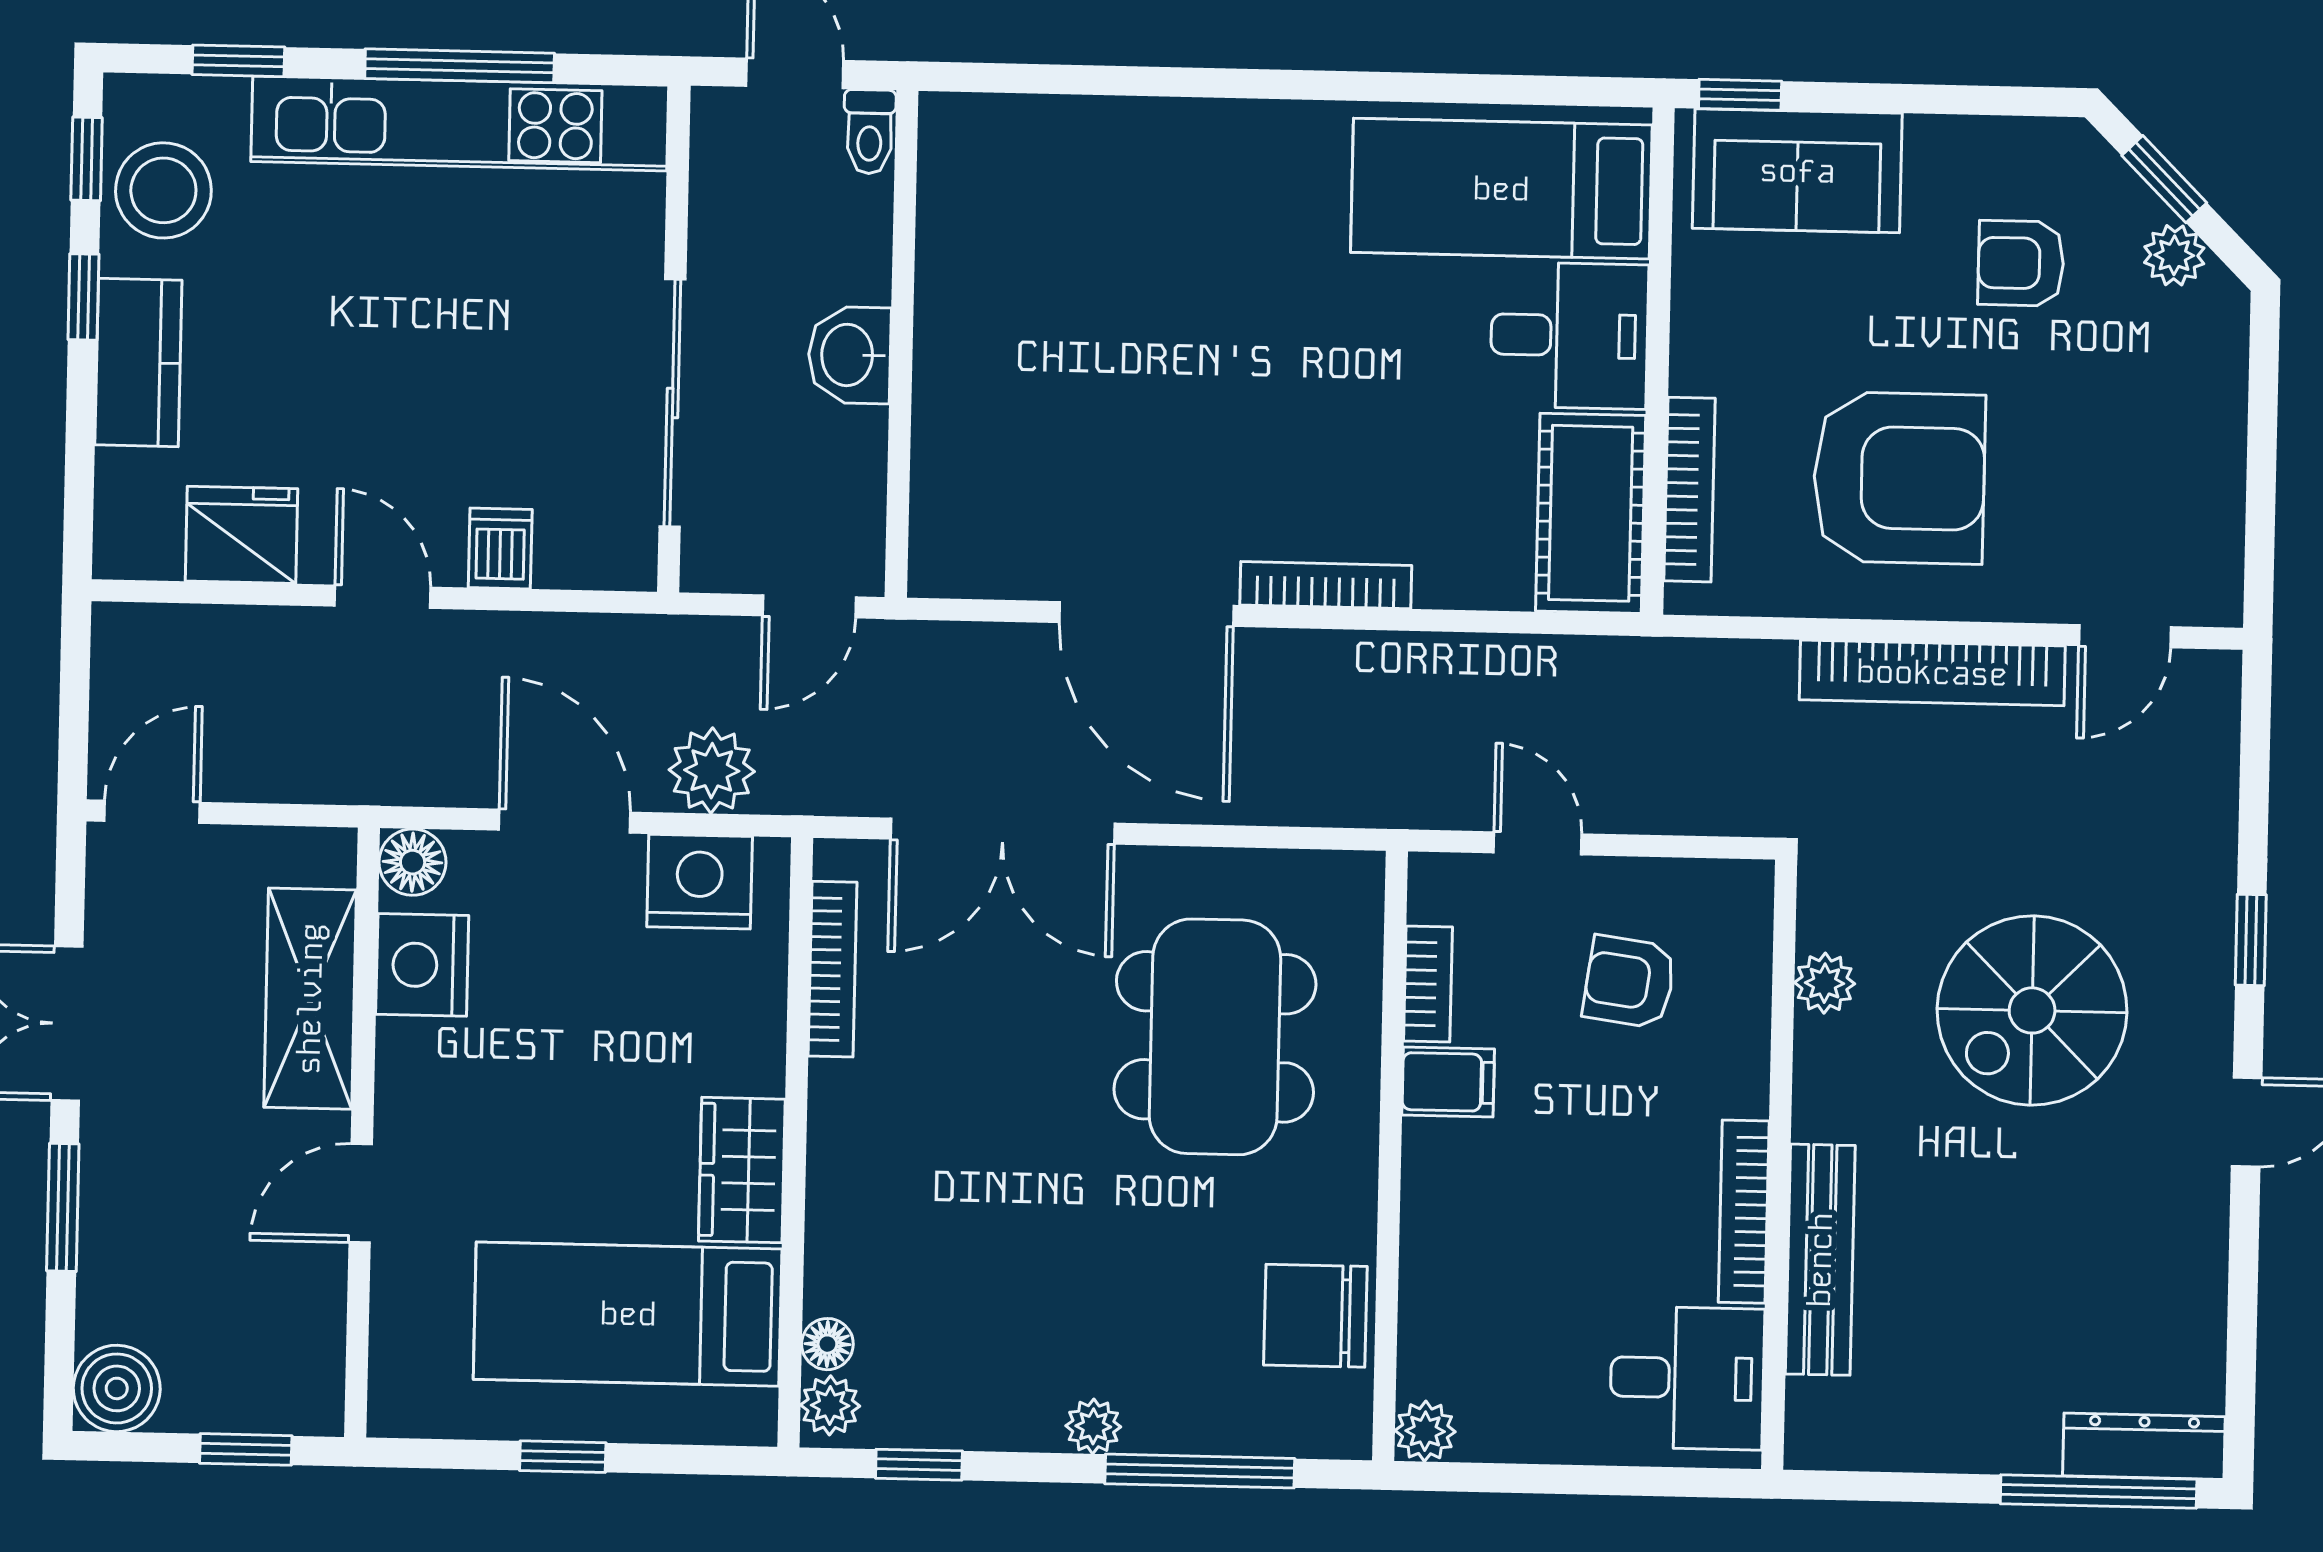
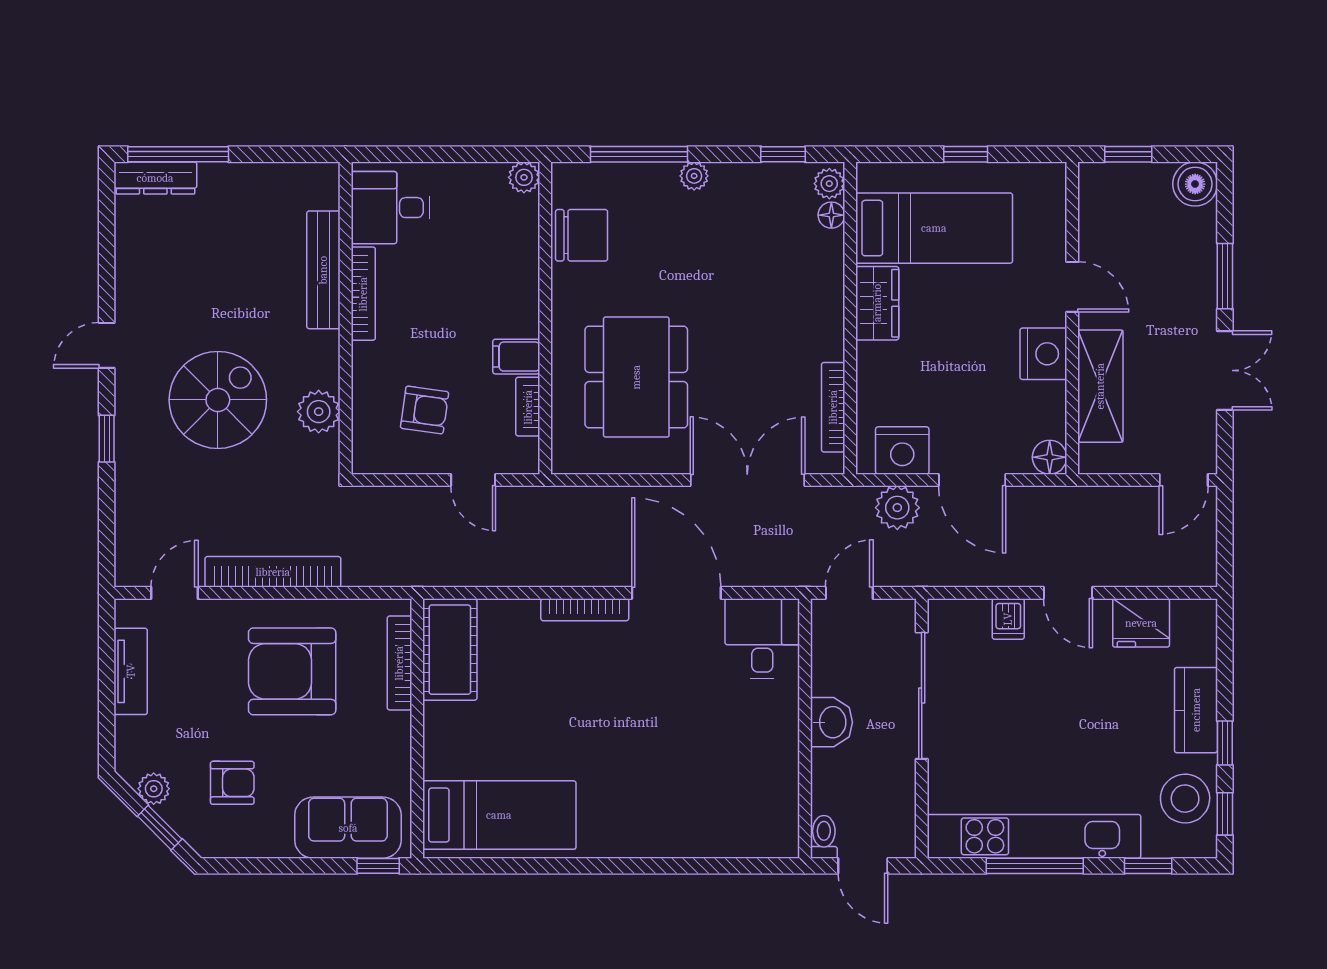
desk: (1569, 336) -> (762, 639), moved, turned 90
tv unit: (2214, 485) -> (131, 671), added
nightstand: (422, 965) -> (1043, 354), moved
plant: (1825, 983) -> (319, 412), width x1.38, depth x1.38
door: (361, 1193) -> (1072, 287), hinge flipped

